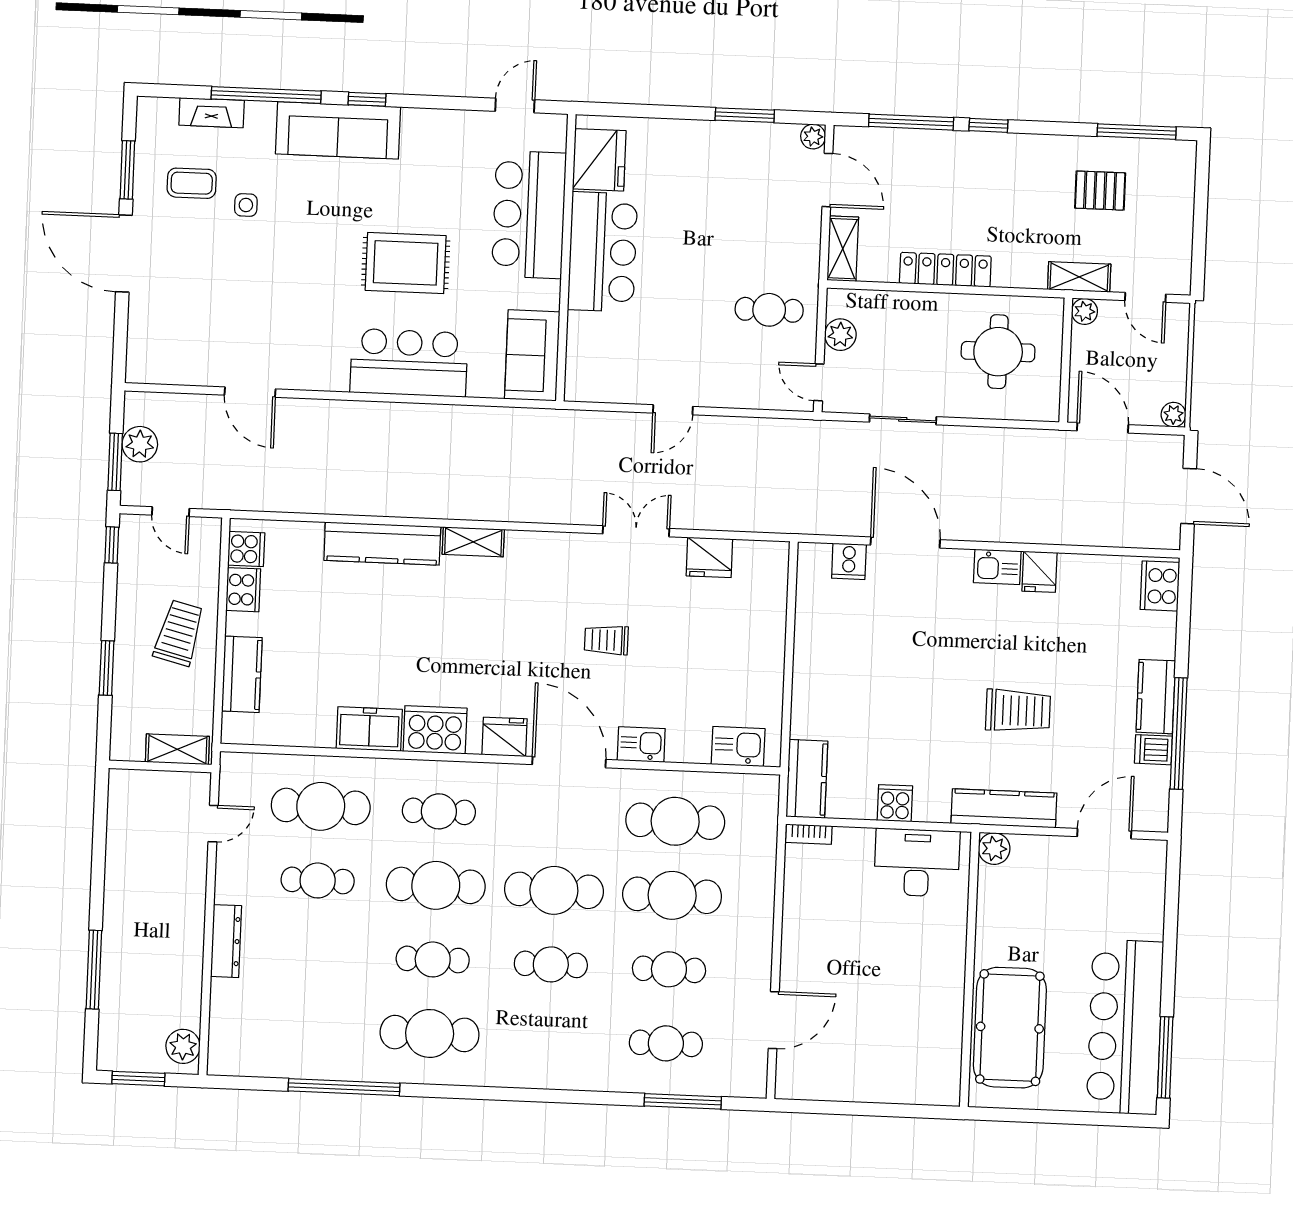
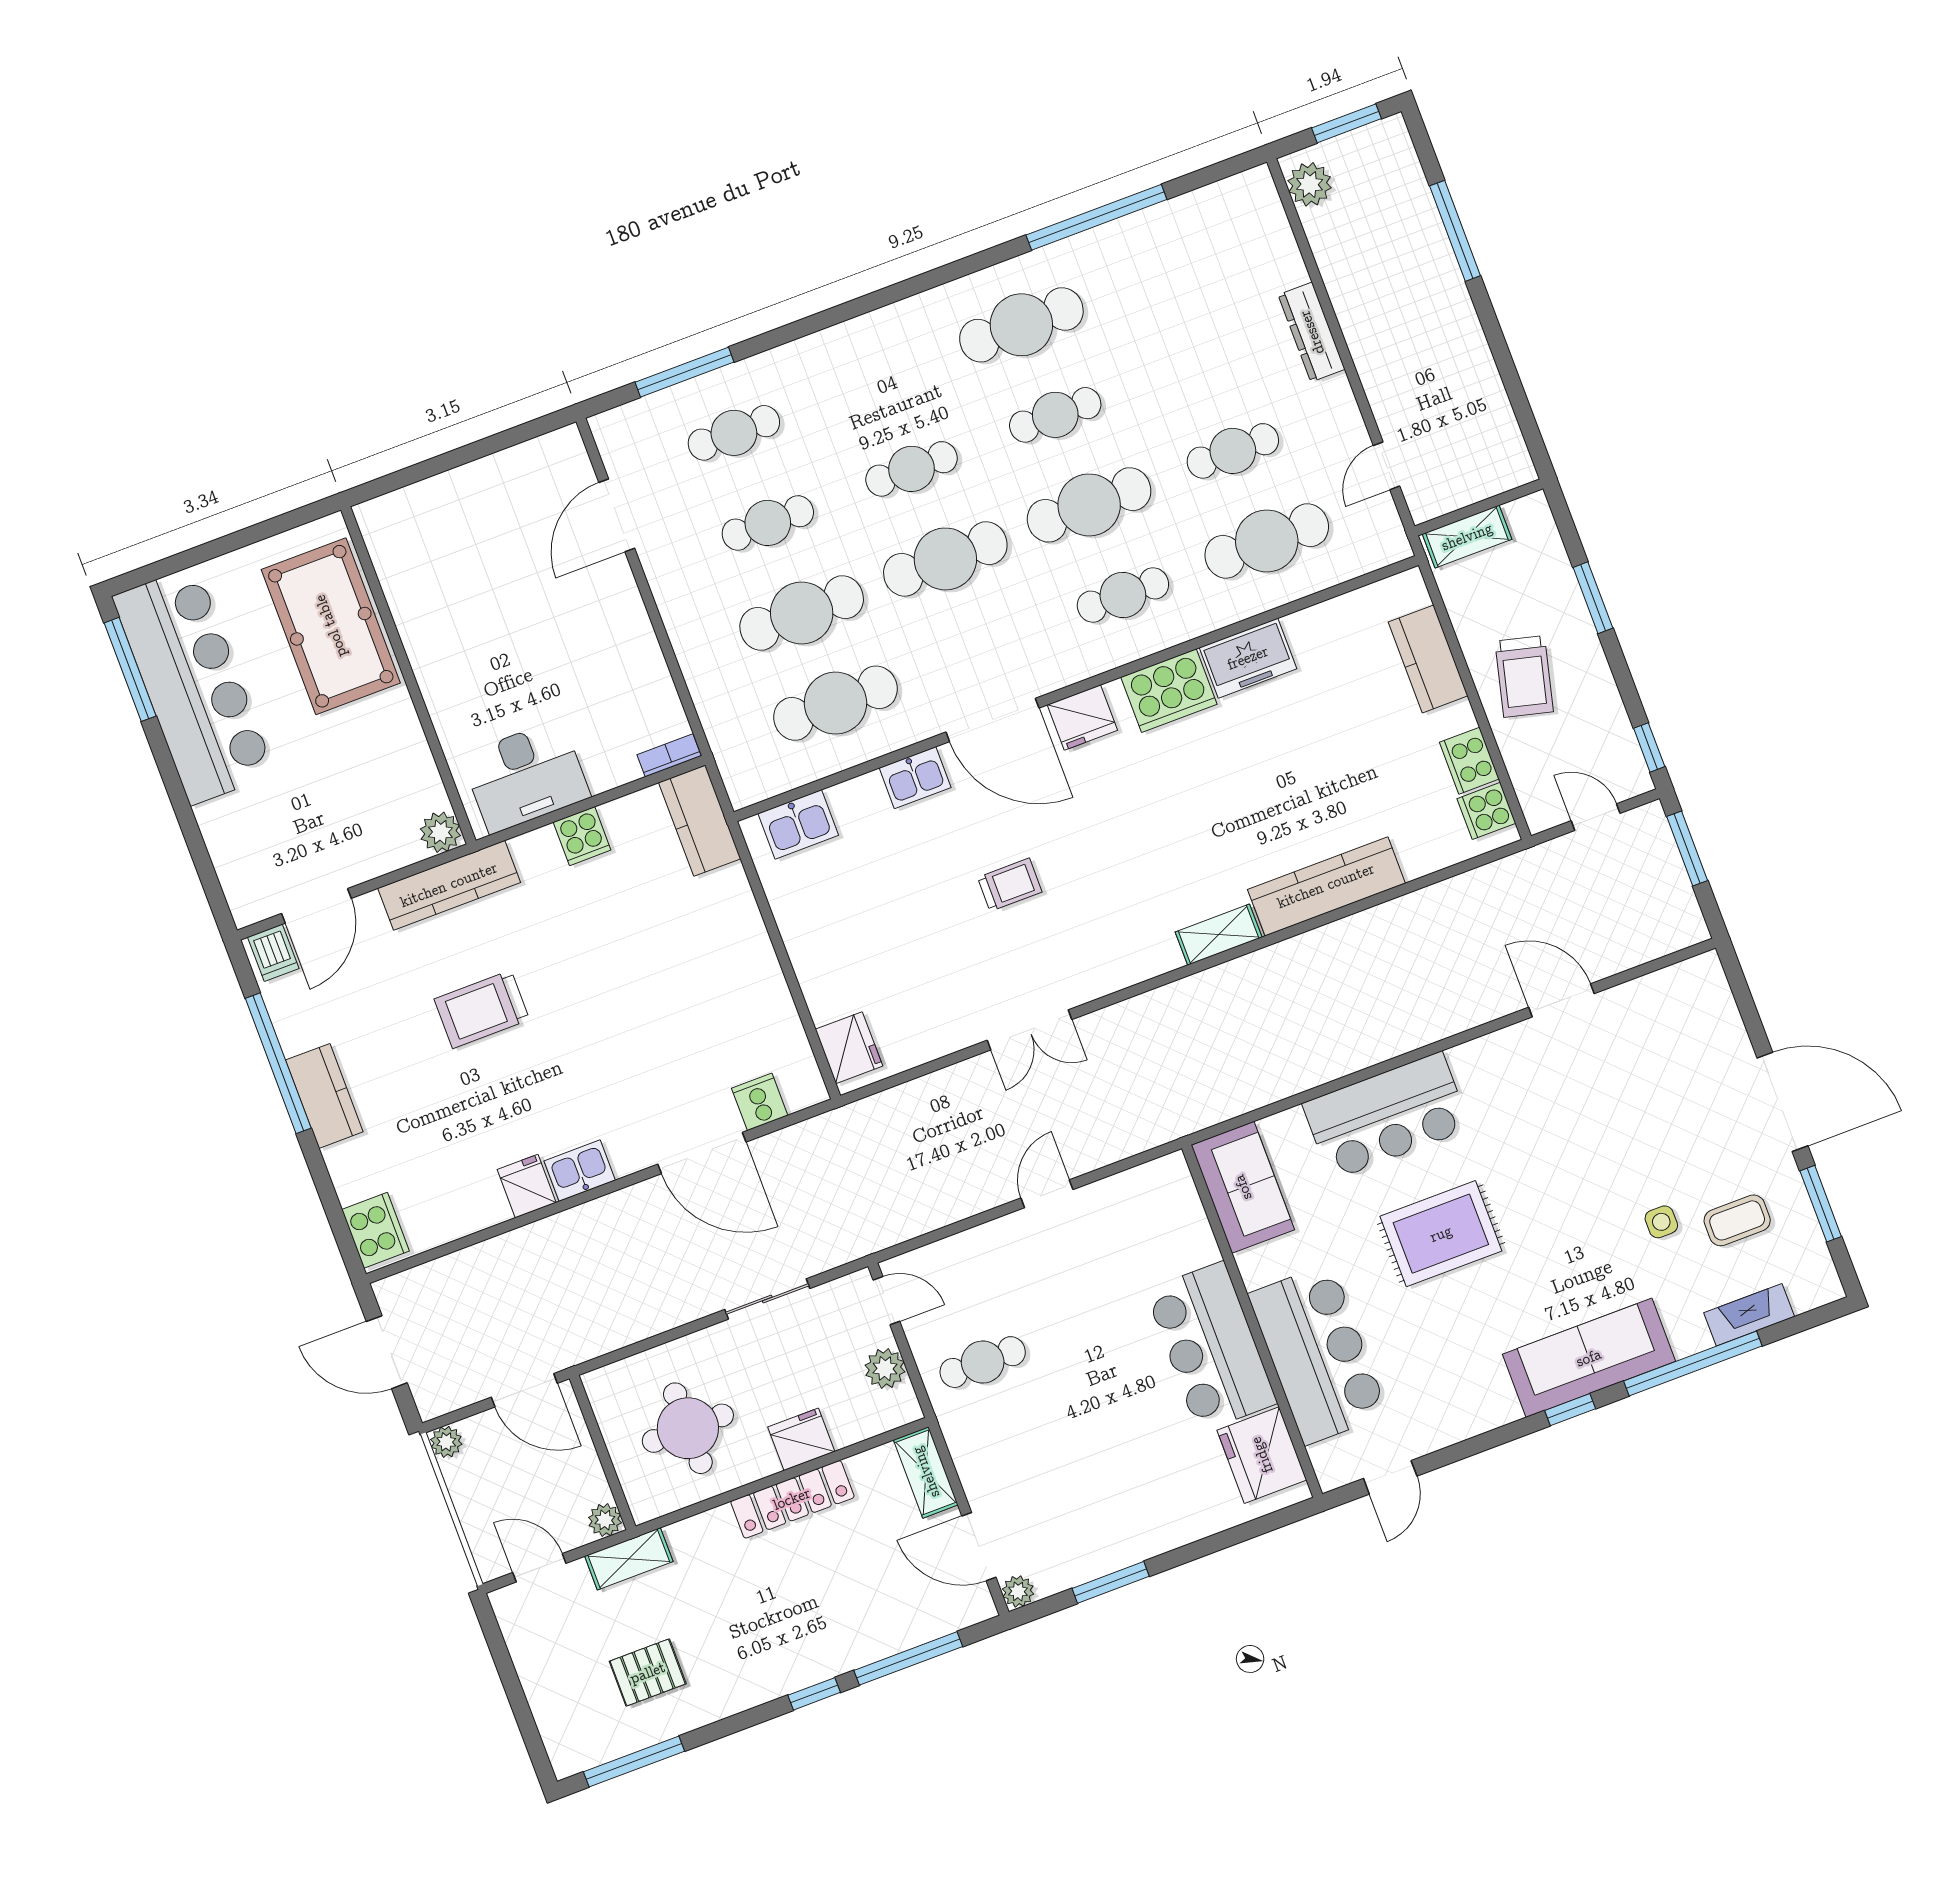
fridge: (921, 310) -> (801, 1439), added
plant: (140, 444) -> (1667, 882), removed
fridge: (709, 557) -> (849, 1048), moved, turned 90
dishwasher: (1153, 750) -> (273, 953), moved, turned 90

